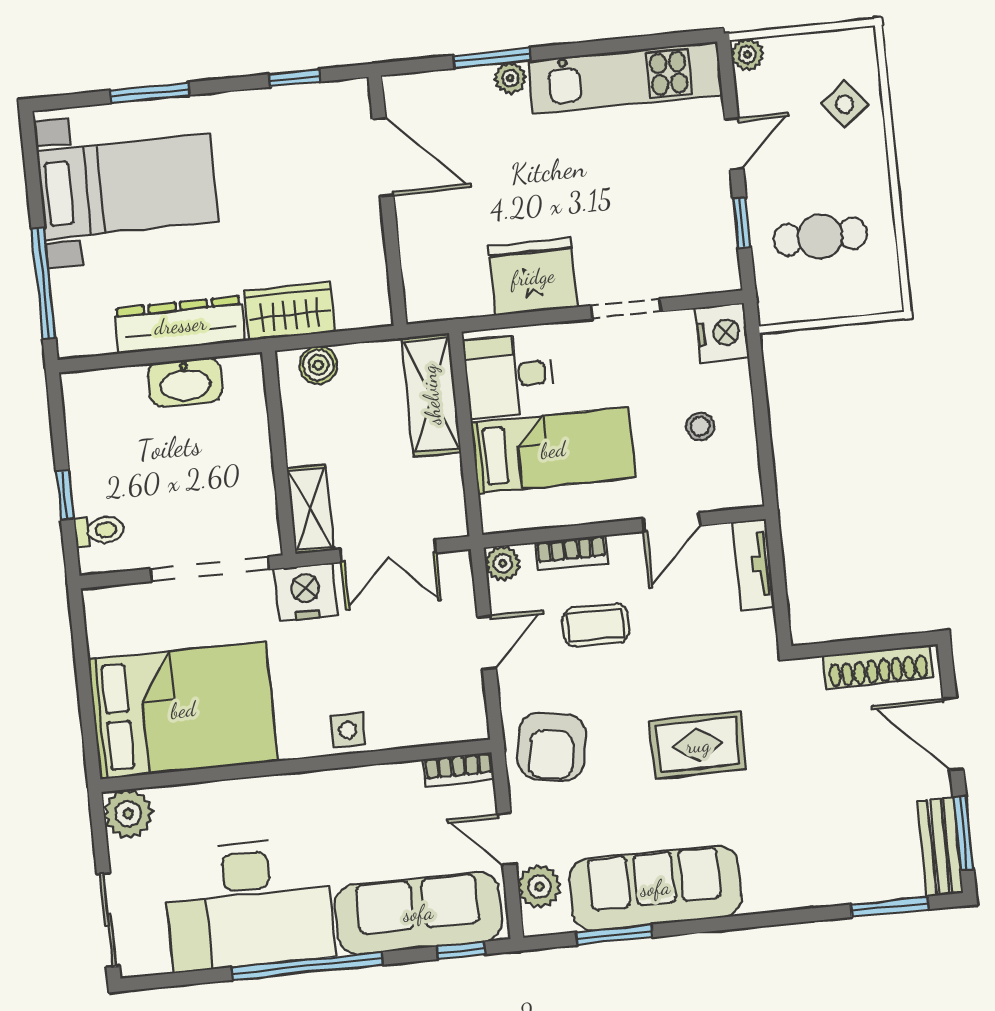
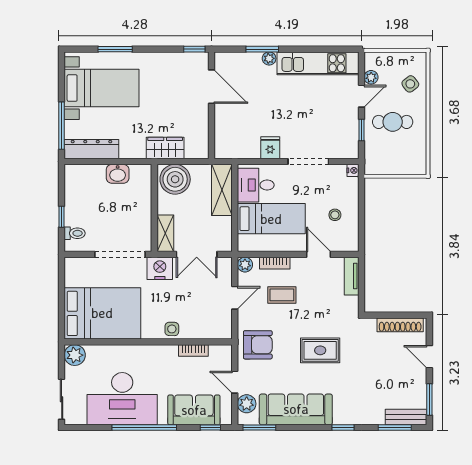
plant: (747, 55) -> (371, 77), moved
window: (294, 78) -> (194, 49), moved
cafe table: (820, 237) -> (393, 122), moved
fridge: (533, 277) -> (270, 148), width x0.53, depth x0.75
doorway: (626, 309) -> (308, 162), width x1.38
dresser: (180, 325) -> (91, 149), moved
nightstand: (722, 333) -> (353, 170), width x0.53, depth x0.56
boiler: (318, 365) -> (175, 179), width x1.86, depth x1.86
washbasin: (185, 382) -> (118, 174), width x0.72
door: (671, 522) -> (319, 254), swing flipped
door: (953, 734) -> (429, 357), width x0.73
armchair: (552, 747) -> (258, 345), turned -100
bookcase: (459, 769) -> (193, 350), moved
bench: (940, 847) -> (406, 417), moved, turned 90
sofa: (418, 913) -> (194, 410), width x0.73
window: (769, 919) -> (343, 428), added
window: (614, 935) -> (259, 428), moved

